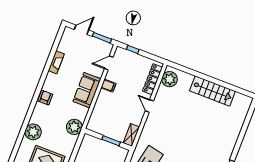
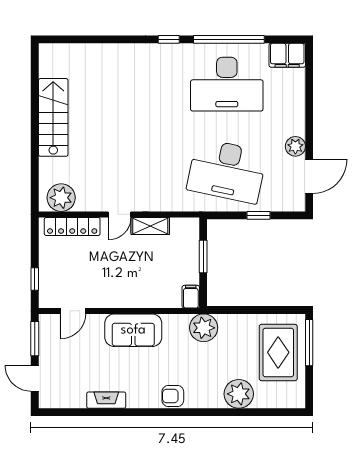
door: (109, 63) -> (73, 311), hinge flipped
filing cabinet: (108, 86) -> (191, 297), moved
shelving: (131, 135) -> (150, 226), moved

